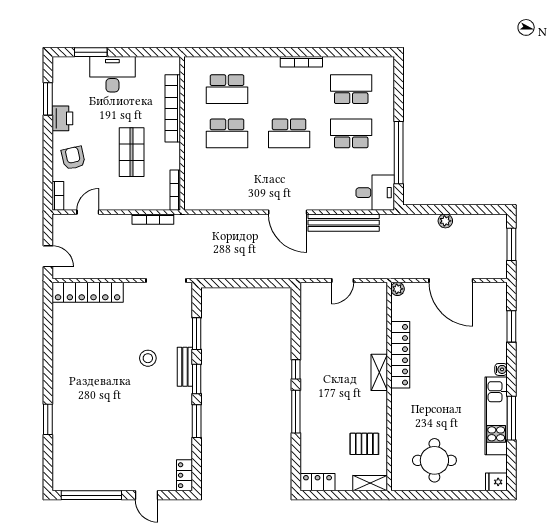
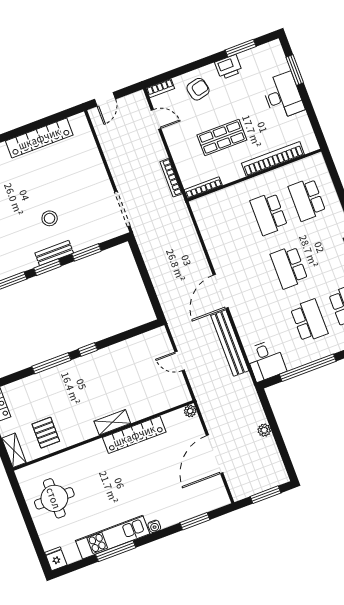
locker: (88, 292) -> (39, 138), moved, turned -90

